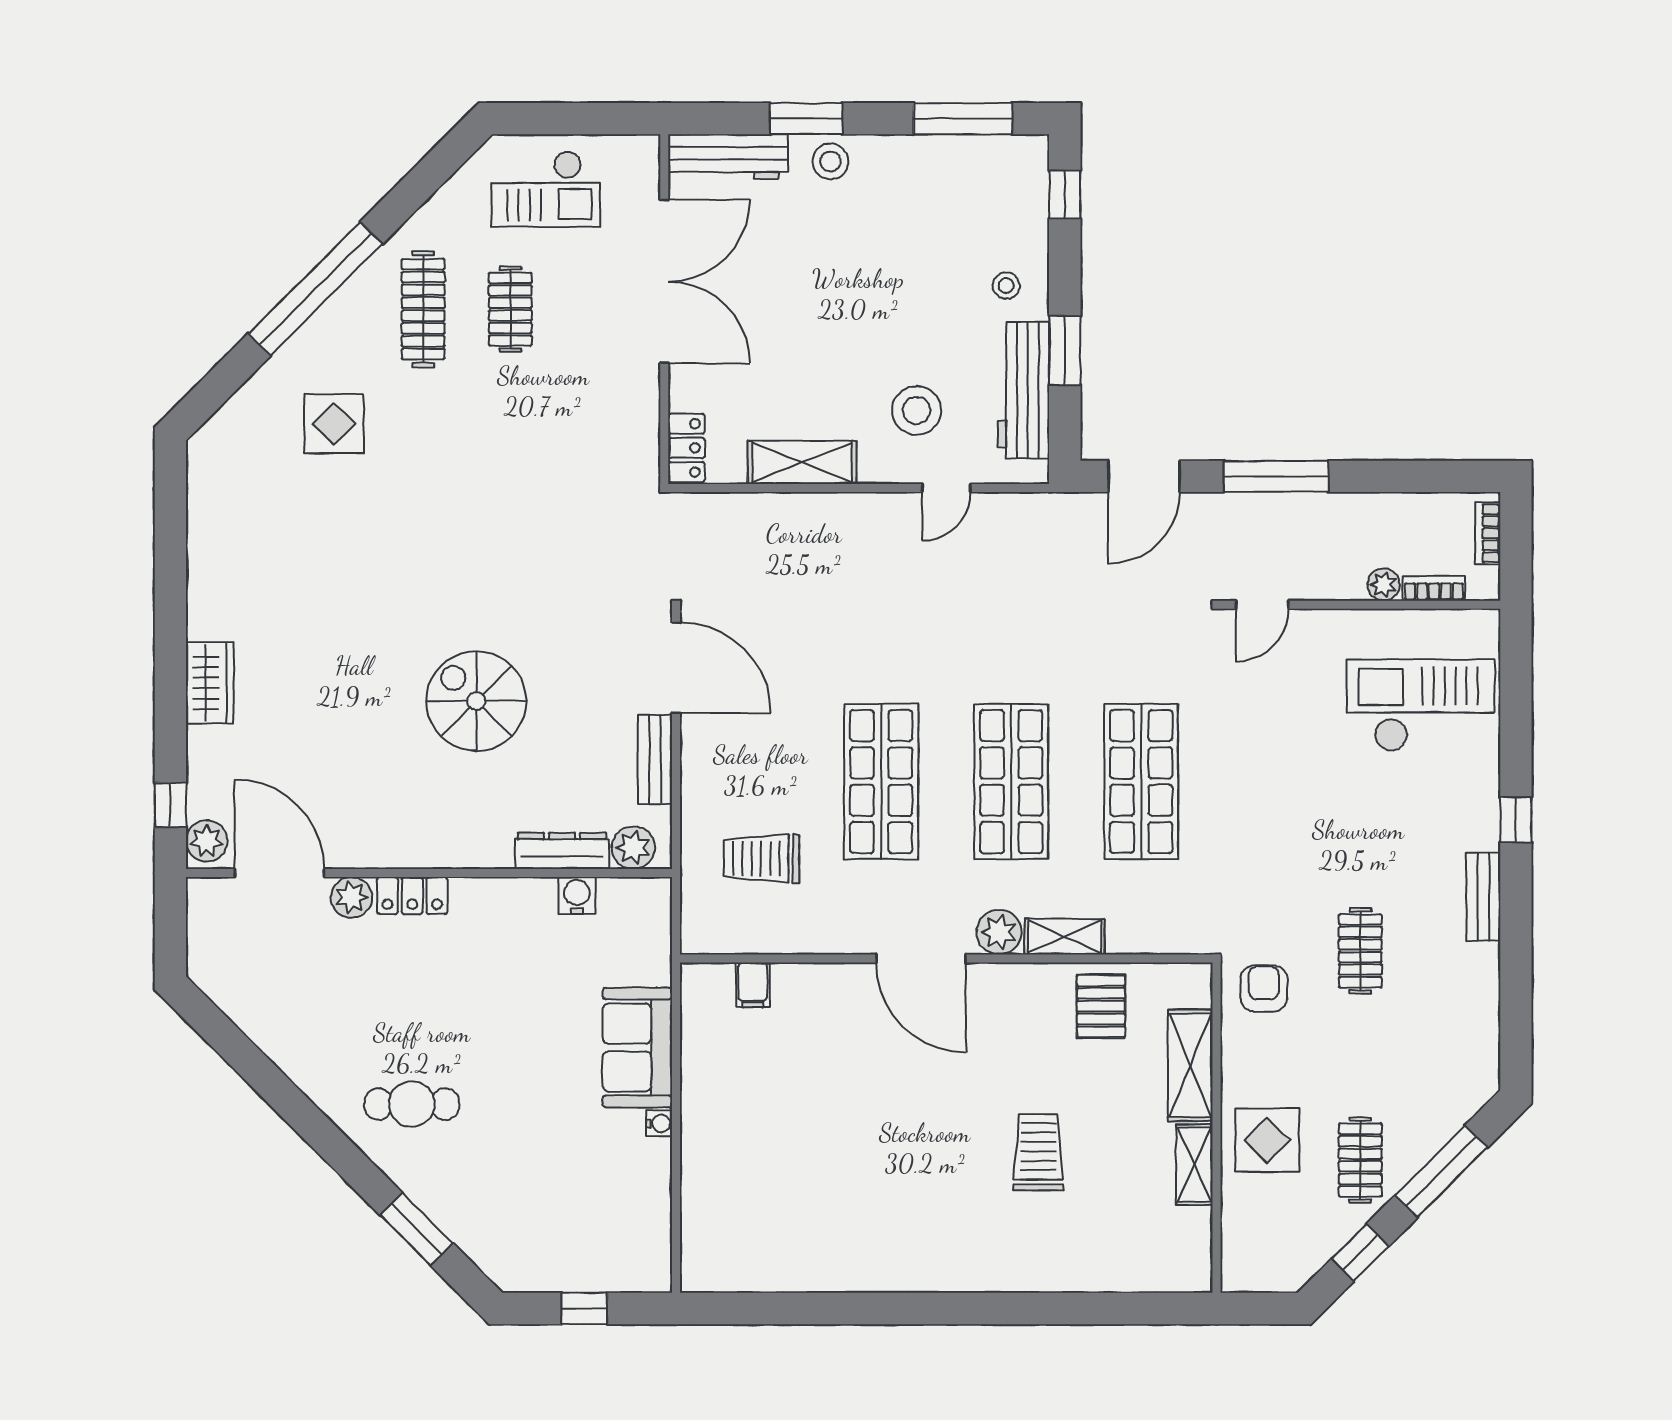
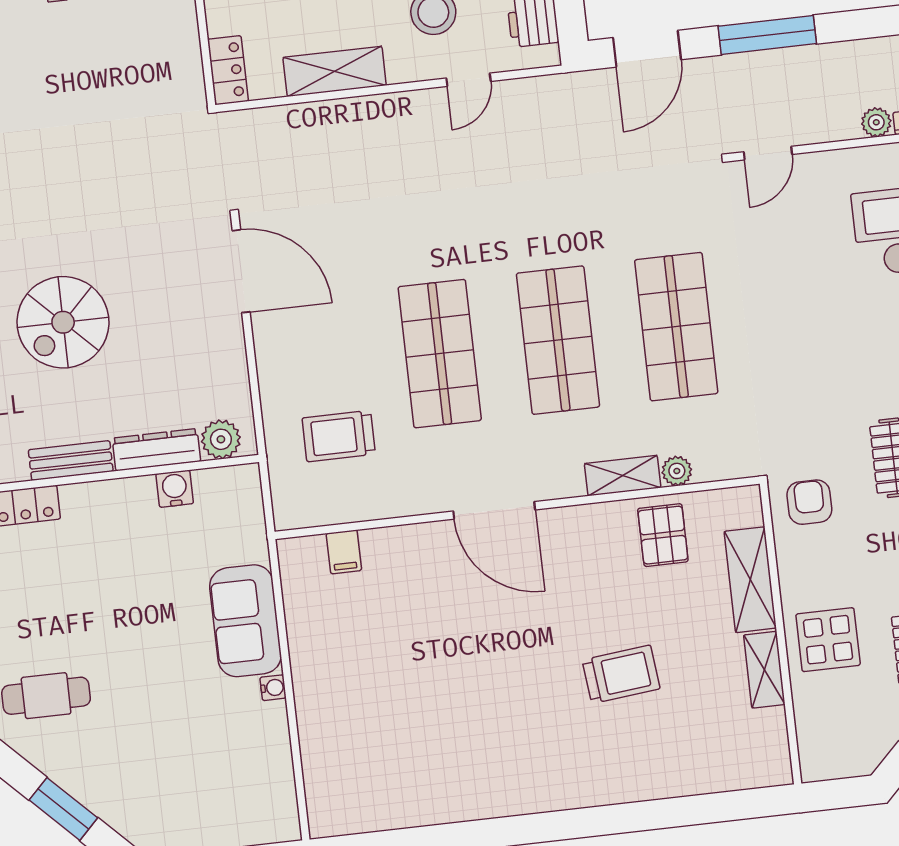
spiral stairs: (476, 701) -> (63, 322), turned -90
bench: (655, 759) -> (71, 461), moved, turned 90
plant: (999, 932) -> (677, 471), moved, width x0.73, depth x0.73
trolley: (1038, 1152) -> (621, 674), turned 84

